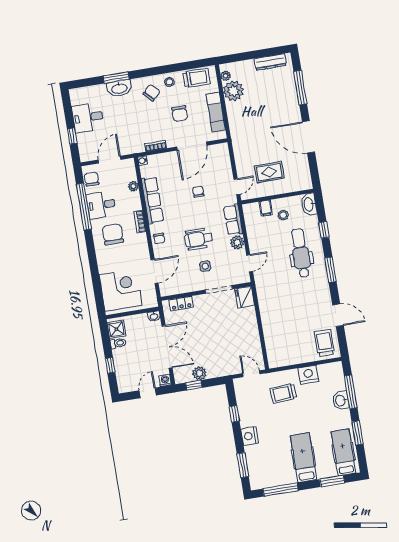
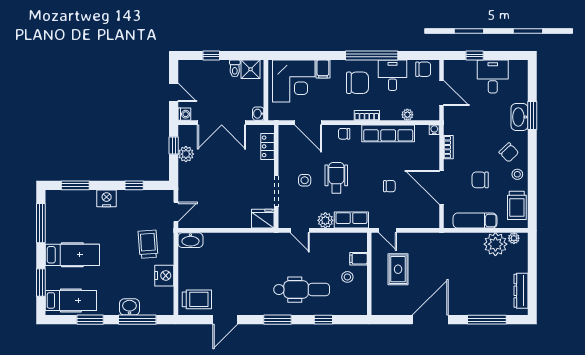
washbasin: (309, 204) -> (190, 240), moved, turned 180
window: (84, 207) -> (372, 56), moved
filing cabinet: (106, 266) -> (323, 69), added

